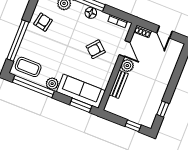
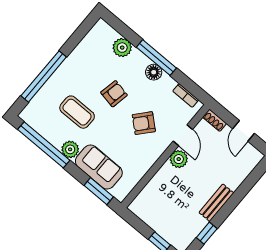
armchair: (43, 22) -> (114, 94), moved
coffee table: (28, 67) -> (77, 112), moved
bench: (119, 84) -> (216, 203), moved
sofa: (81, 91) -> (99, 167), width x0.73

